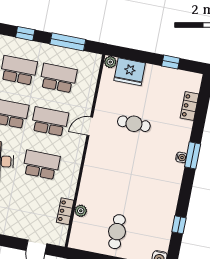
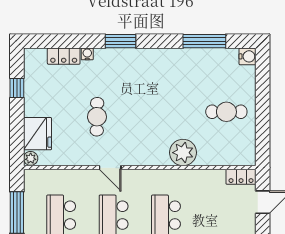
water cooler: (181, 157) -> (87, 54), moved
locker: (65, 211) -> (241, 177), moved
plant: (81, 211) -> (183, 153), moved, width x1.87, depth x1.87
window: (179, 225) -> (204, 41), width x2.17

